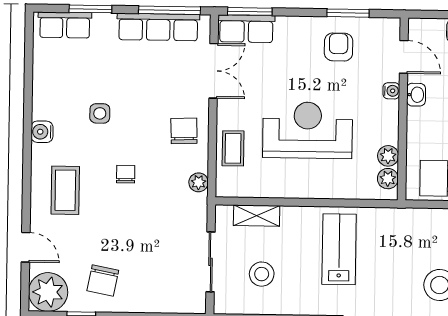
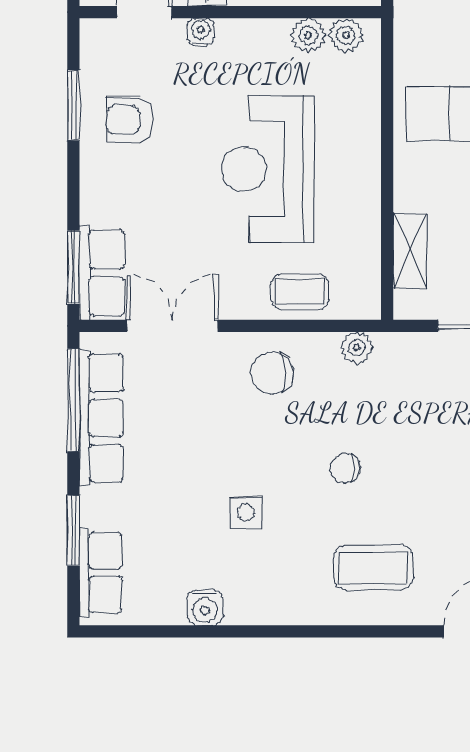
water cooler: (42, 132) -> (205, 607), moved

